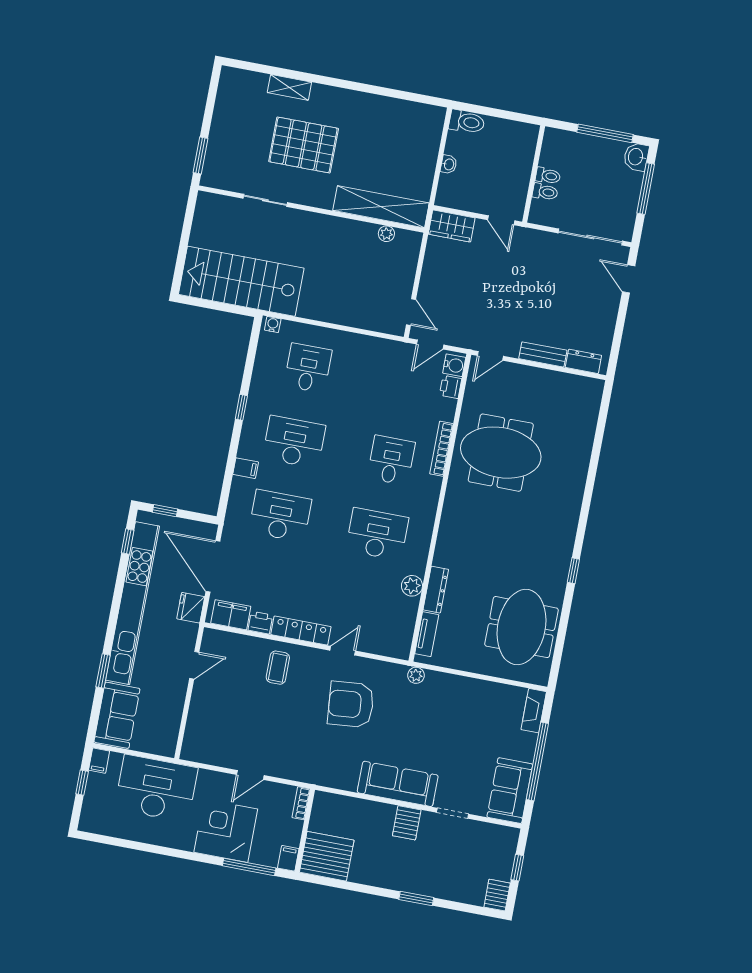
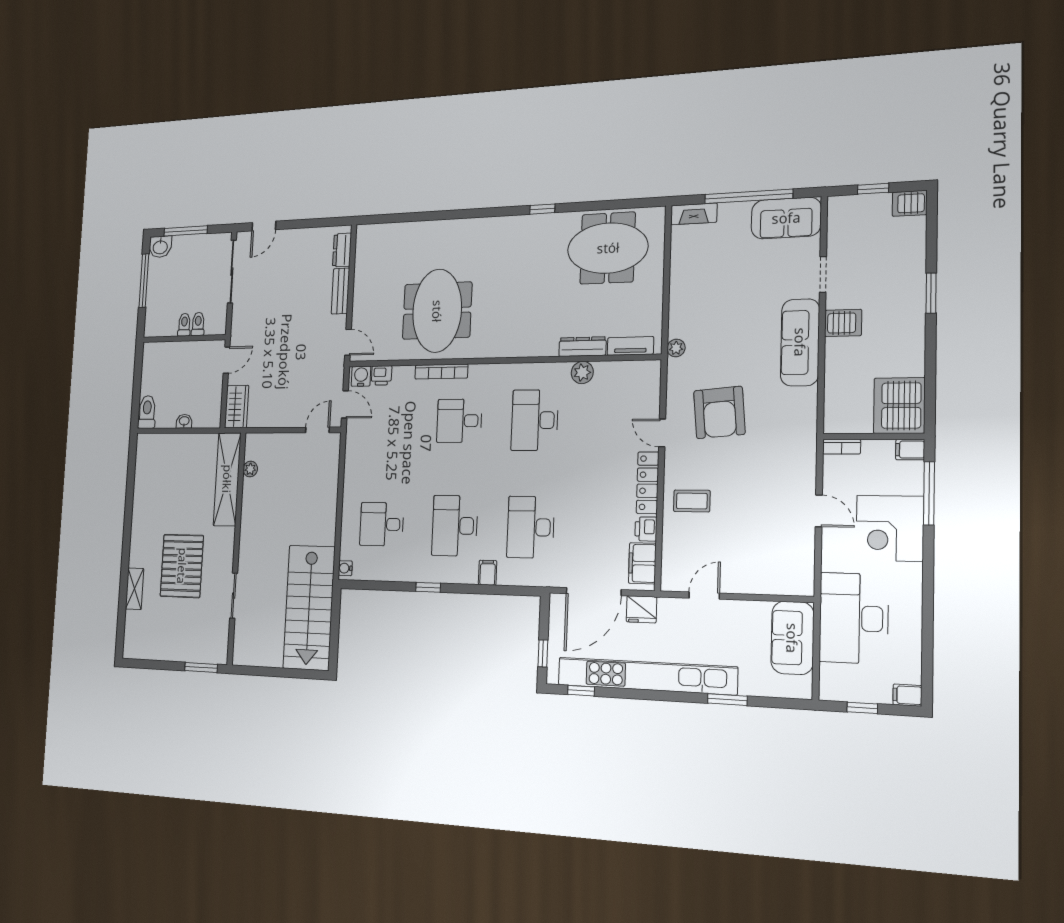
door: (194, 665) -> (704, 596), hinge flipped
sofa: (117, 715) -> (792, 638), moved, turned -90
filing cabinet: (99, 761) -> (907, 695), moved, turned 180

